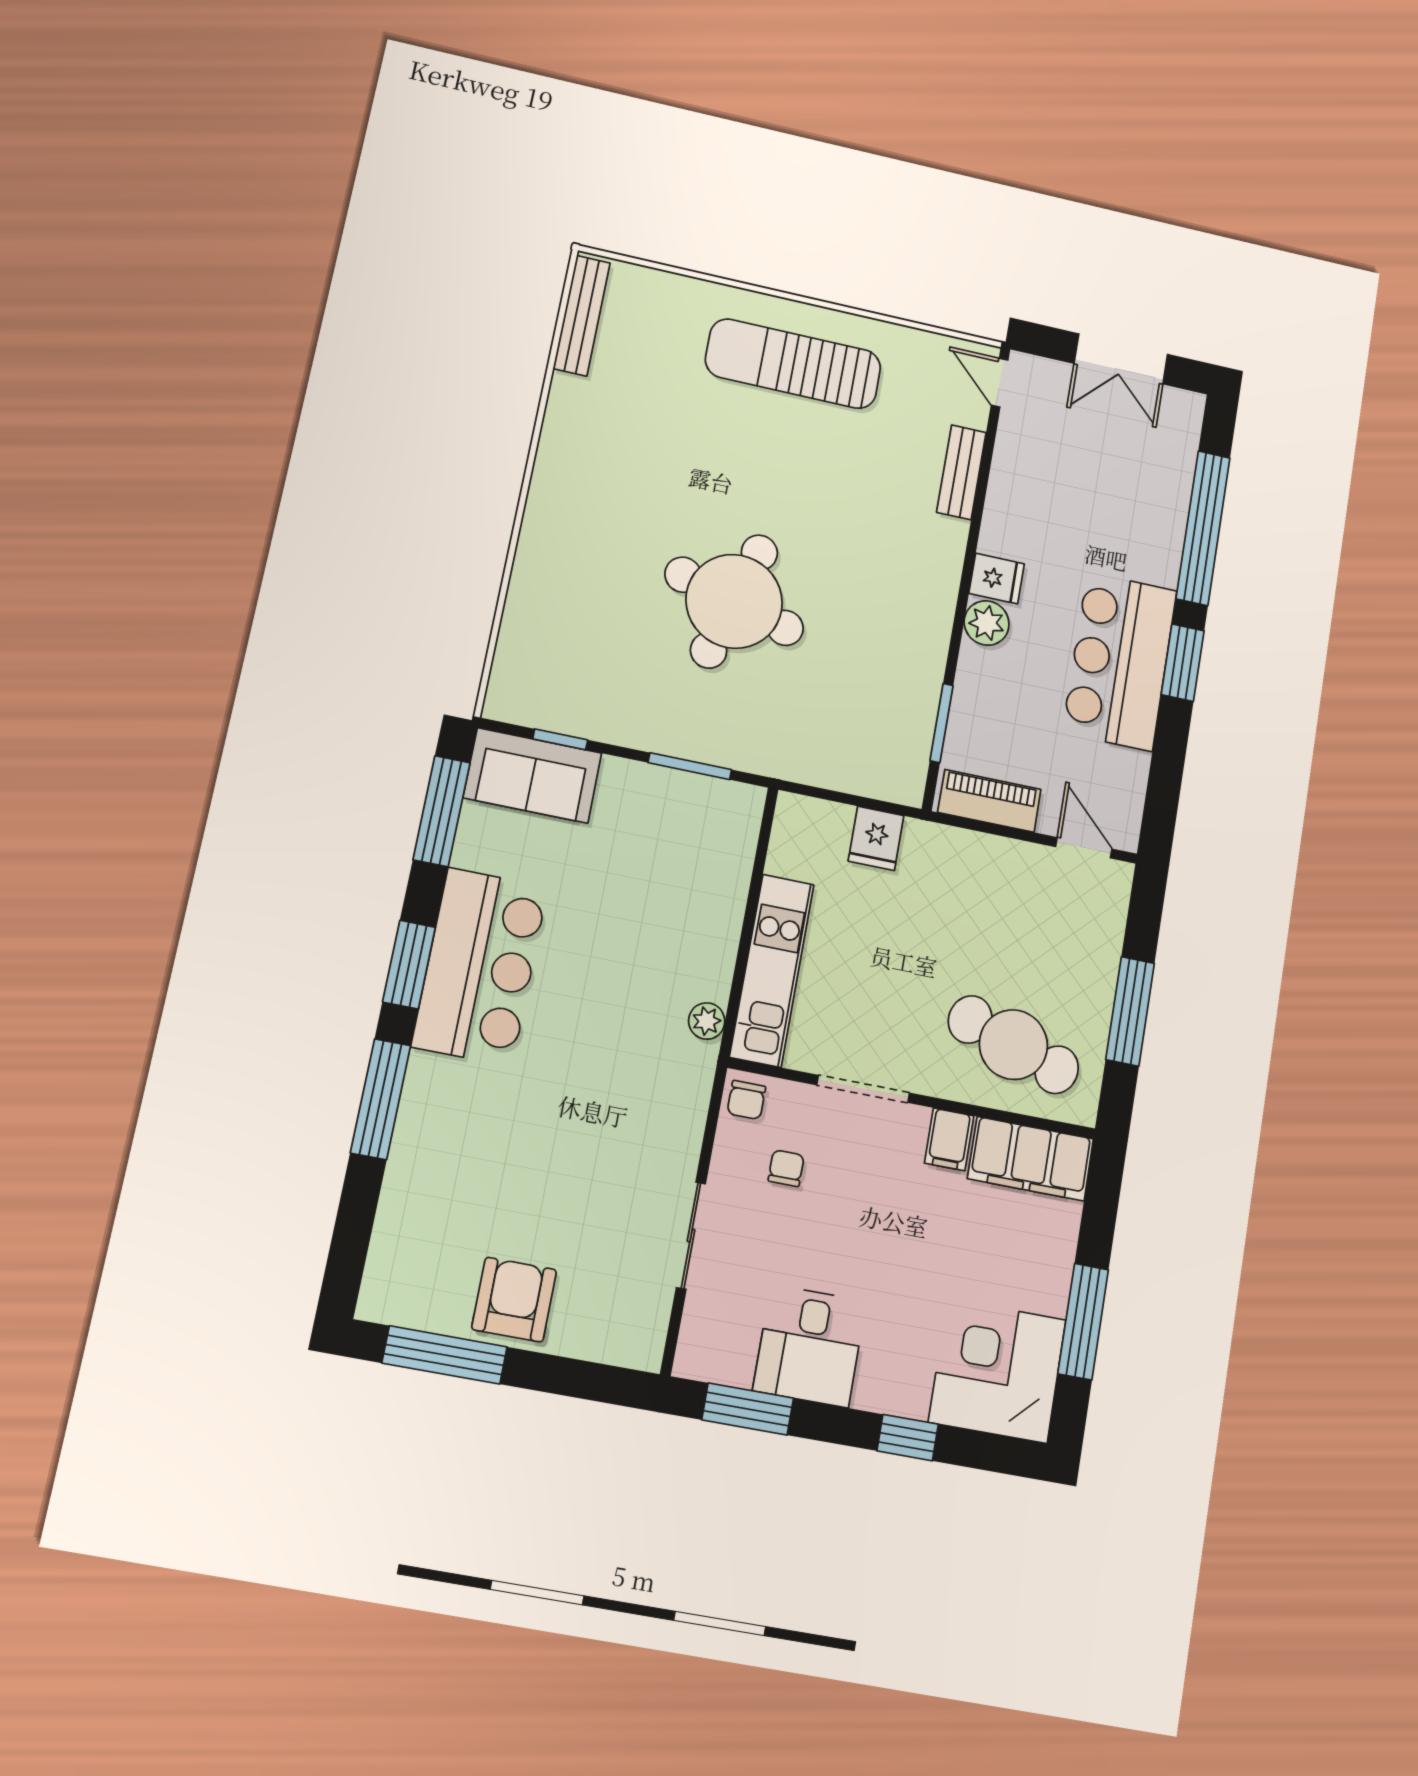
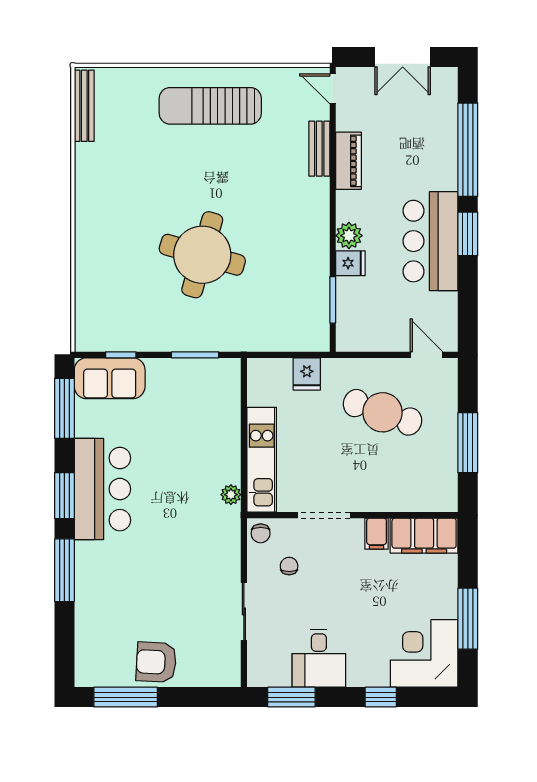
fridge: (997, 579) -> (350, 263), moved
piano: (989, 801) -> (348, 161), moved, turned 90
cafe table: (1013, 1045) -> (383, 412), moved
armchair: (514, 1300) -> (156, 662), turned -87

